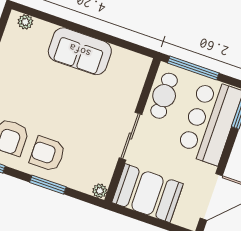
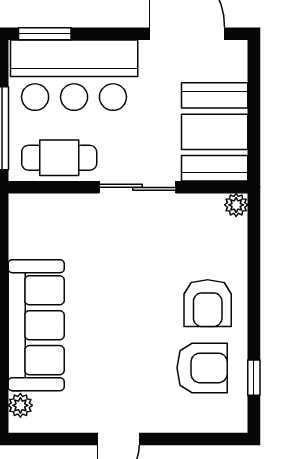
sofa: (80, 51) -> (36, 325), width x1.36
window: (48, 185) -> (254, 286), removed

